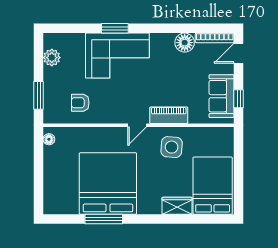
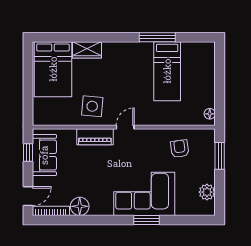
armchair: (80, 103) -> (180, 149), turned -98
bed: (108, 184) -> (167, 71), width x0.49

